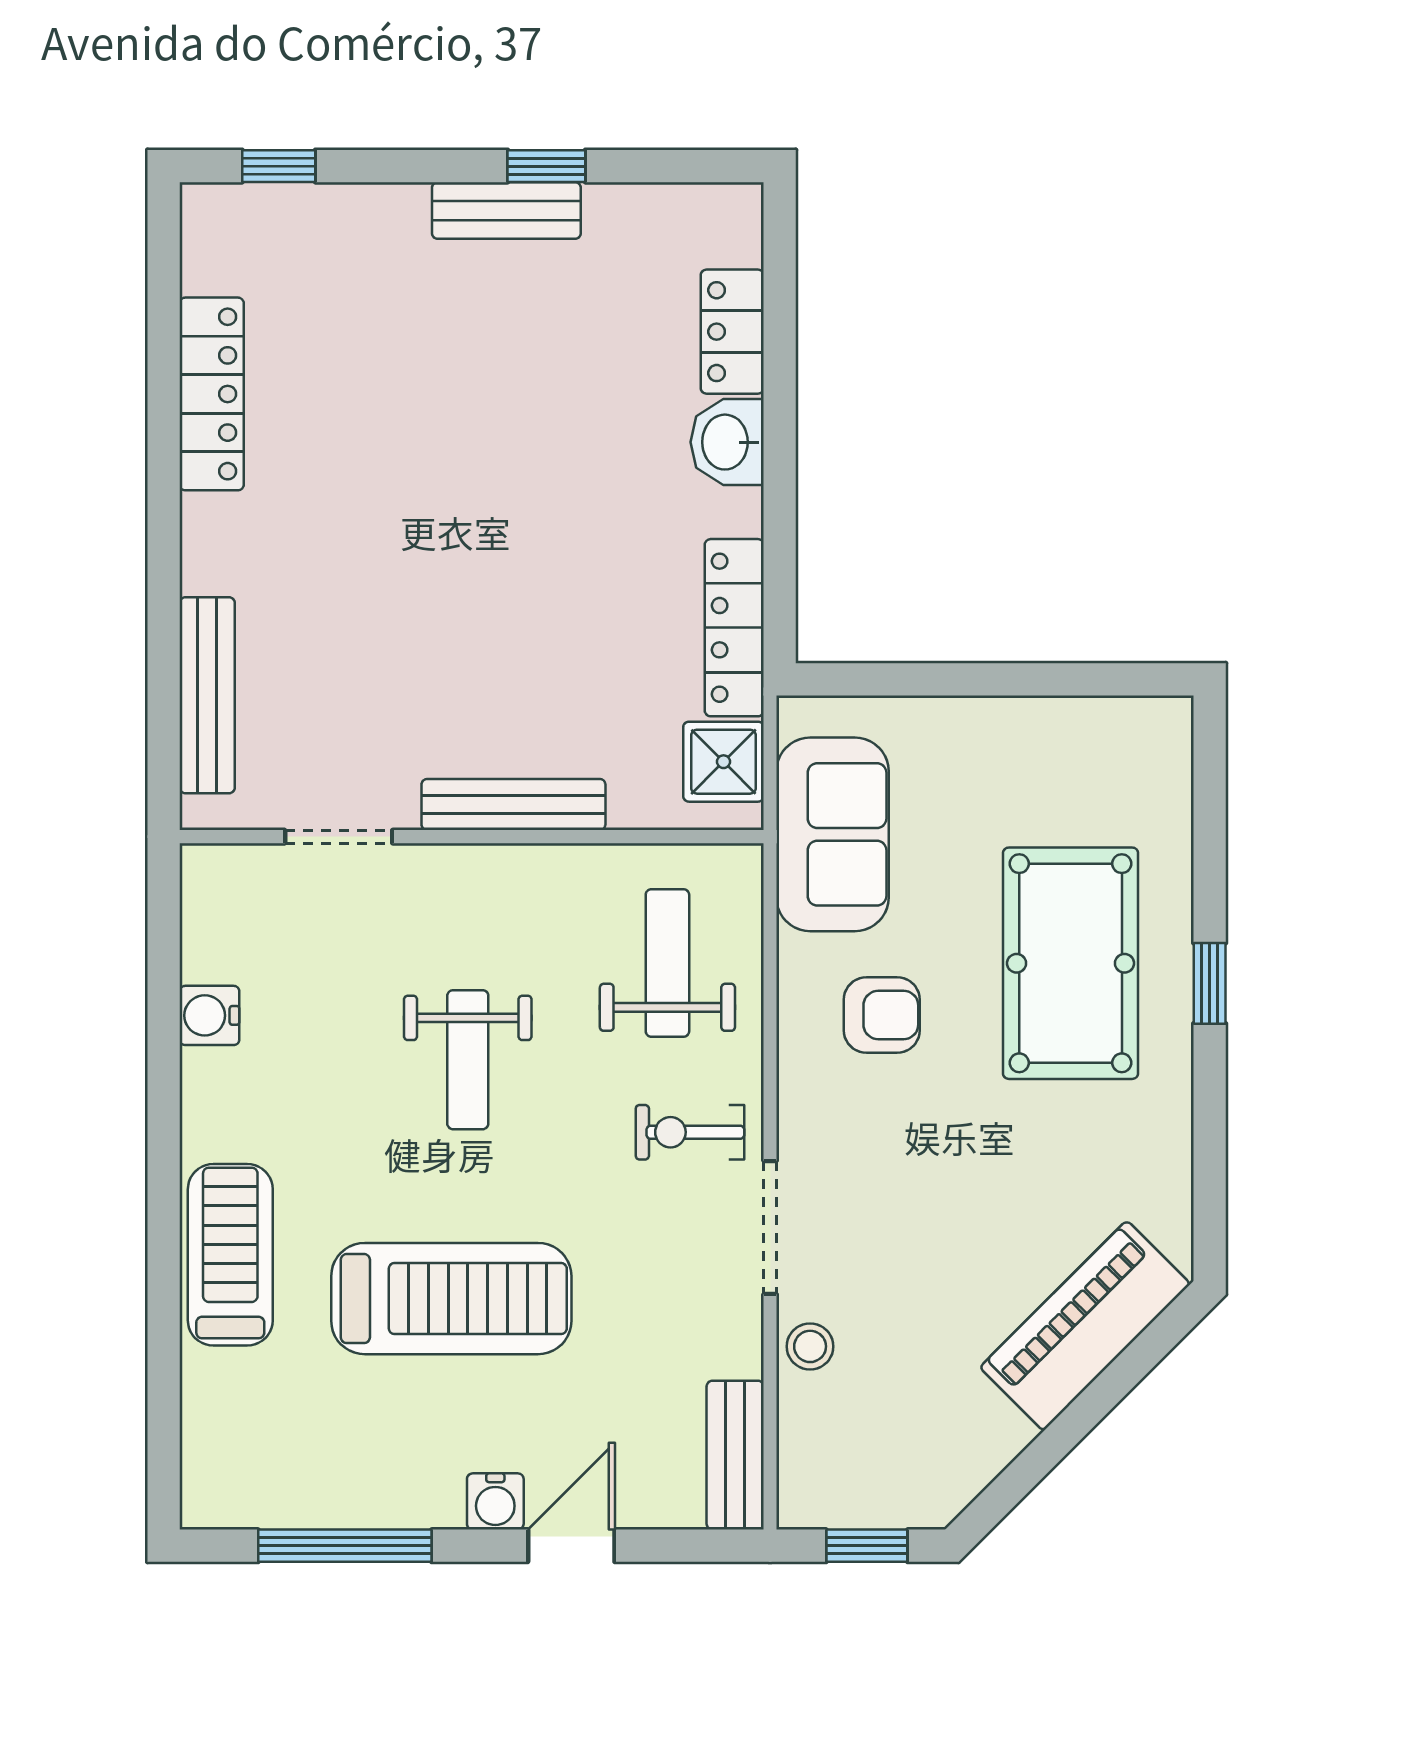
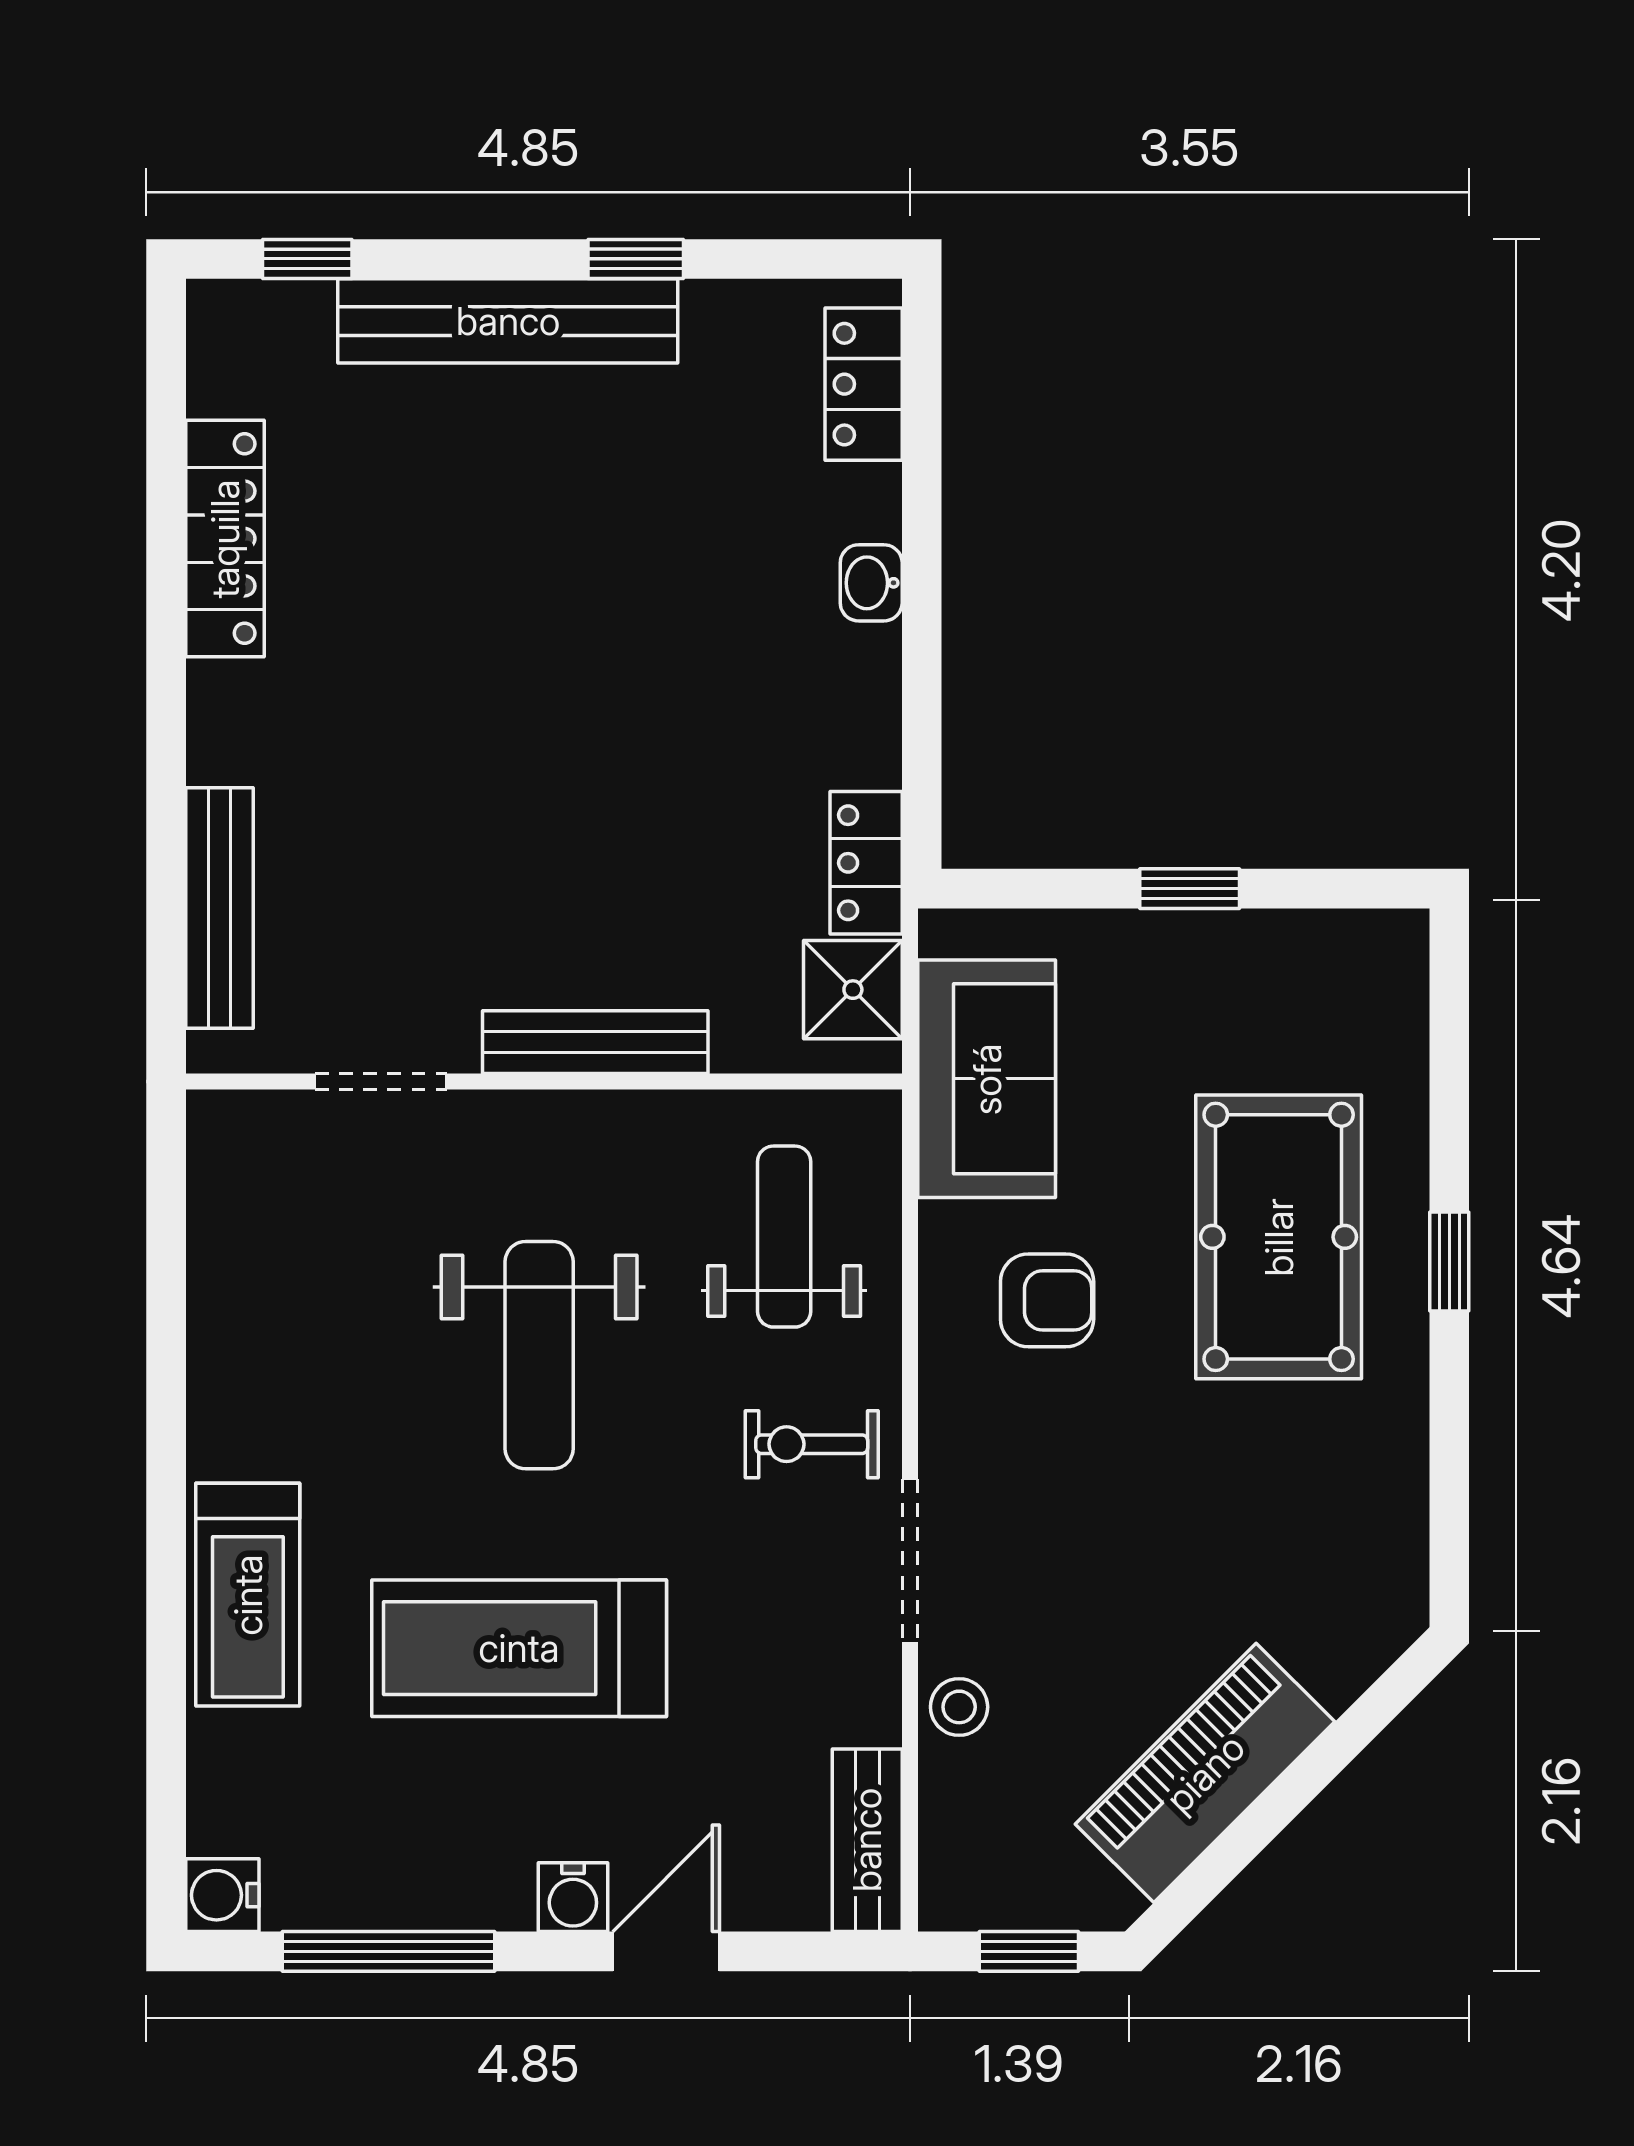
bench: (506, 210) -> (508, 321), width x1.86, depth x1.21
locker: (732, 332) -> (864, 384), moved
washbasin: (727, 442) -> (871, 583), width x0.72, depth x0.69
locker: (734, 628) -> (866, 863), width x0.66
window: (998, 679) -> (1190, 889), added
water cooler: (209, 1015) -> (222, 1895), moved
weight bench: (468, 1060) -> (539, 1355), width x1.36, depth x1.33
treadmill: (230, 1255) -> (248, 1595), turned 180
treadmill: (451, 1299) -> (519, 1648), turned 180
piano: (1085, 1326) -> (1205, 1773), moved

